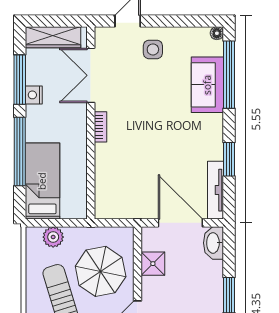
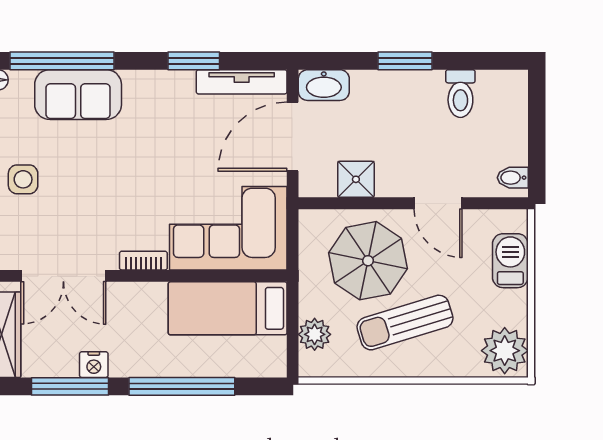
bed: (42, 181) -> (228, 308), moved
corner sofa: (121, 181) -> (228, 228), added

